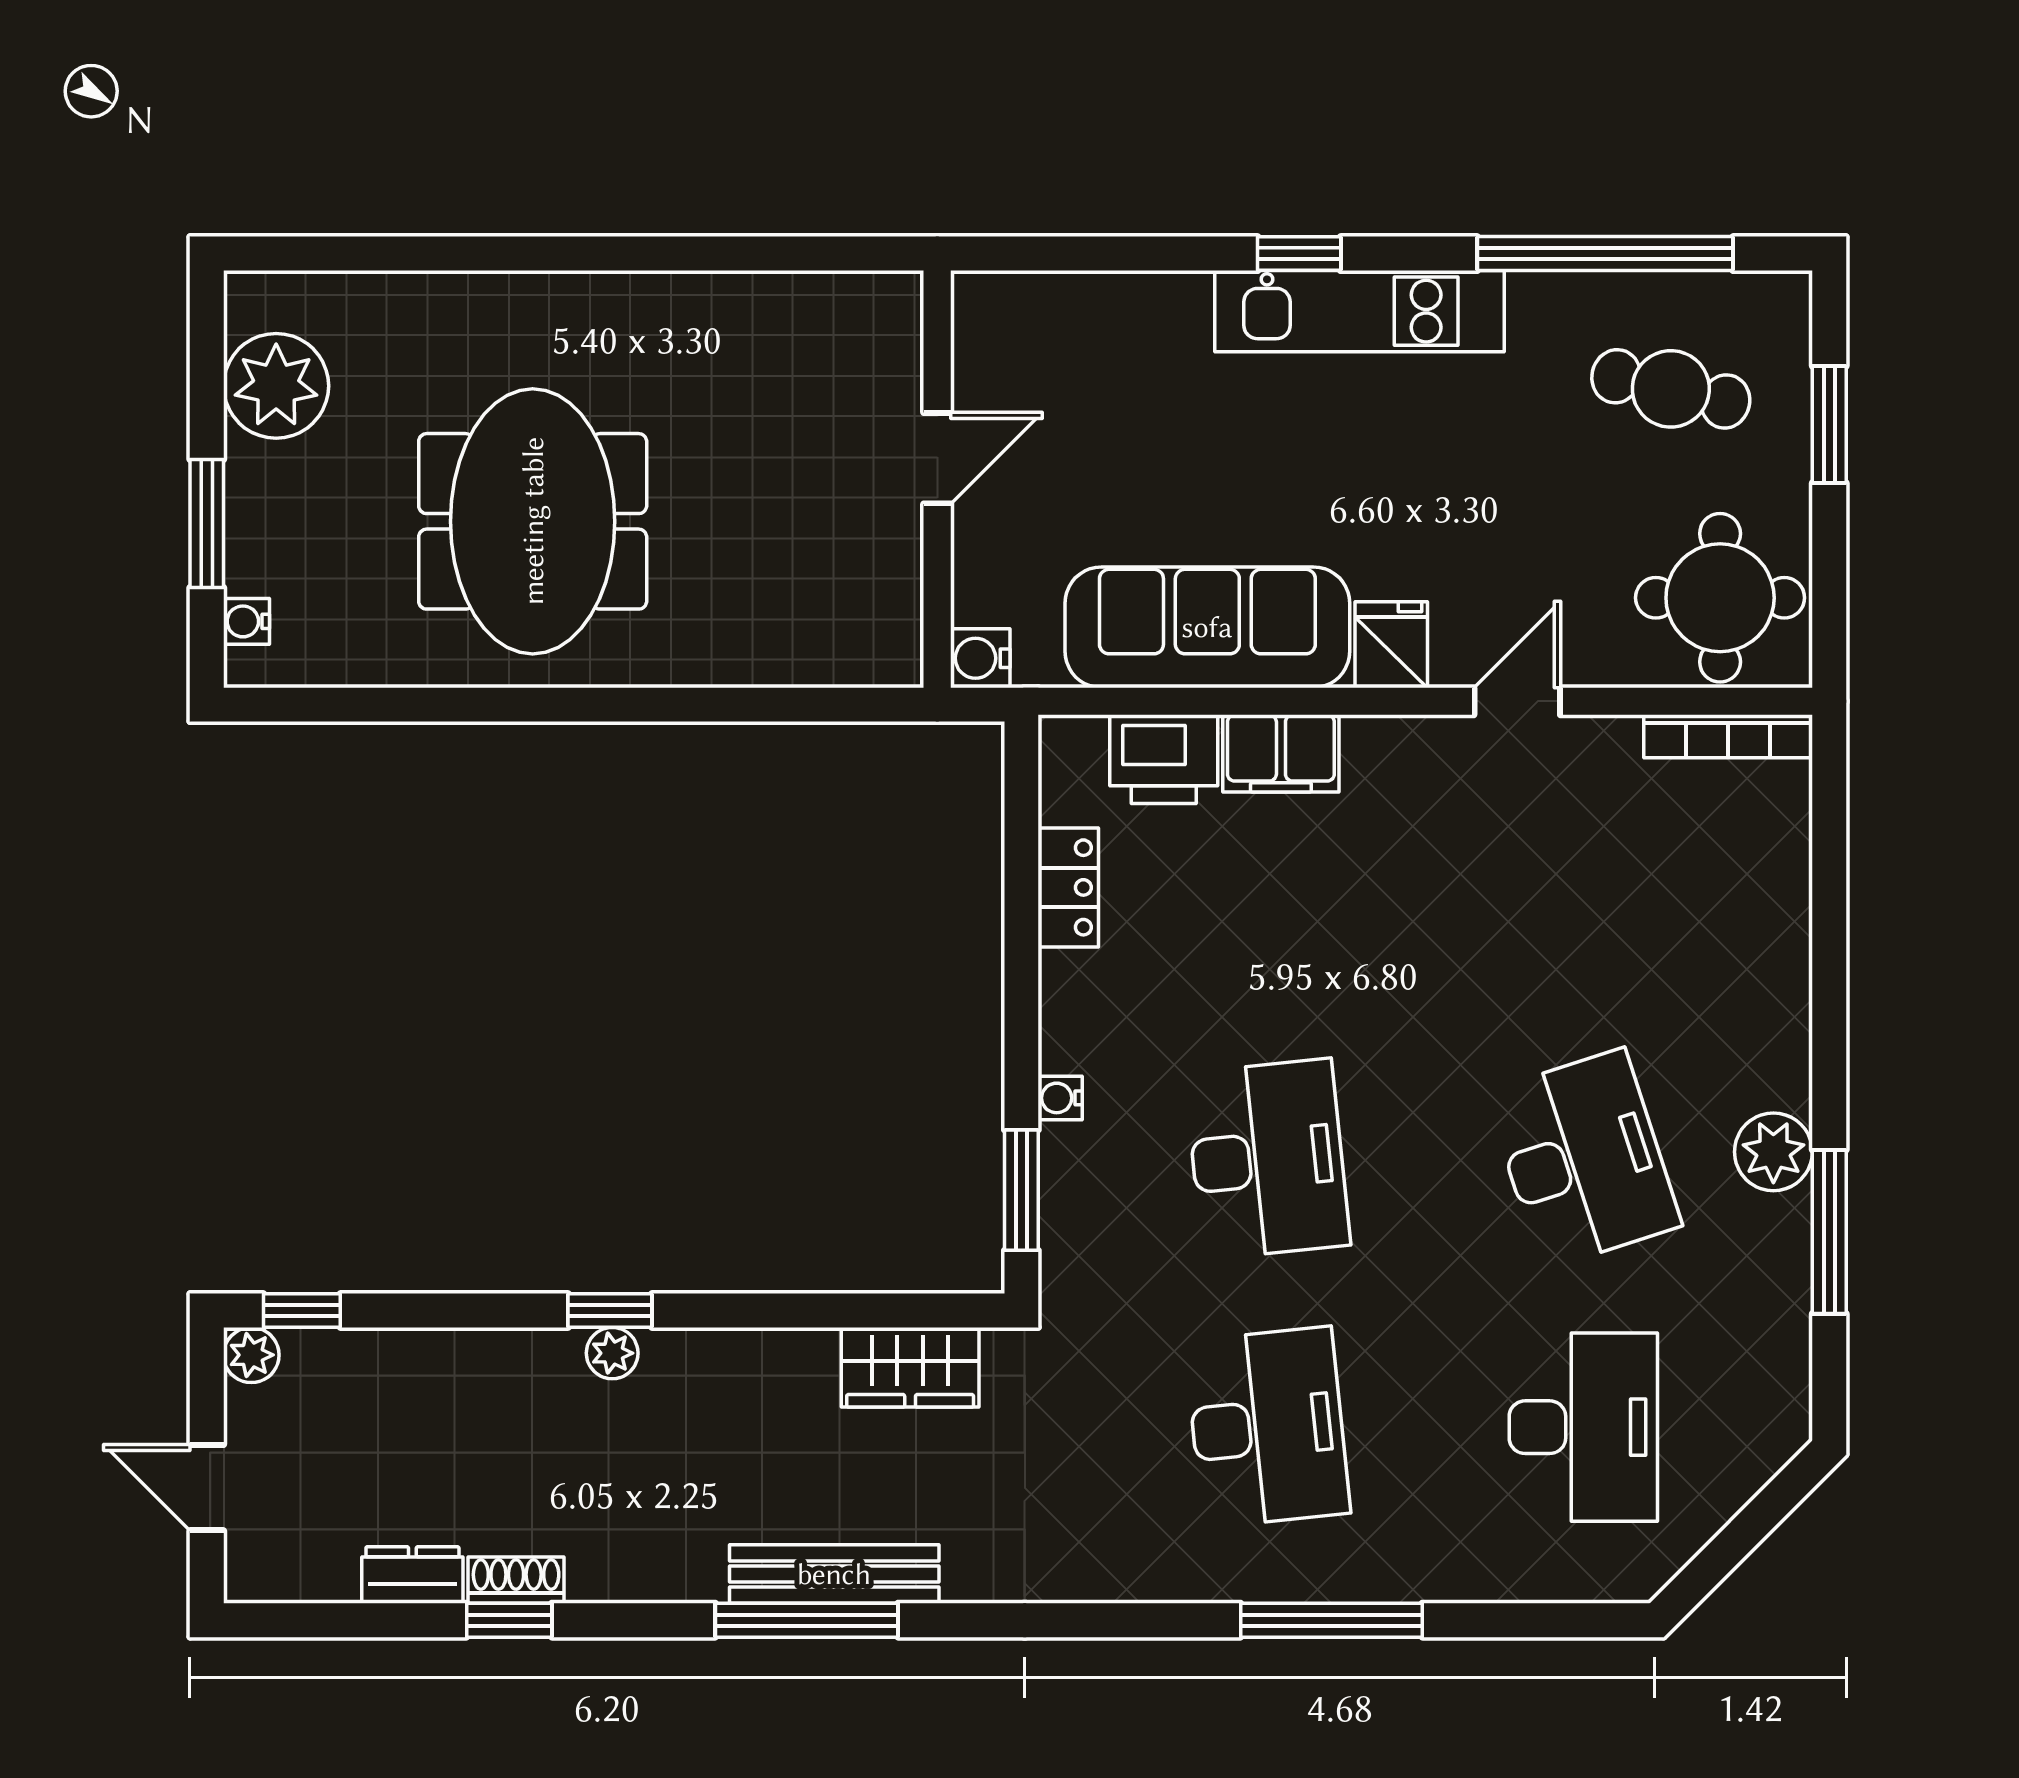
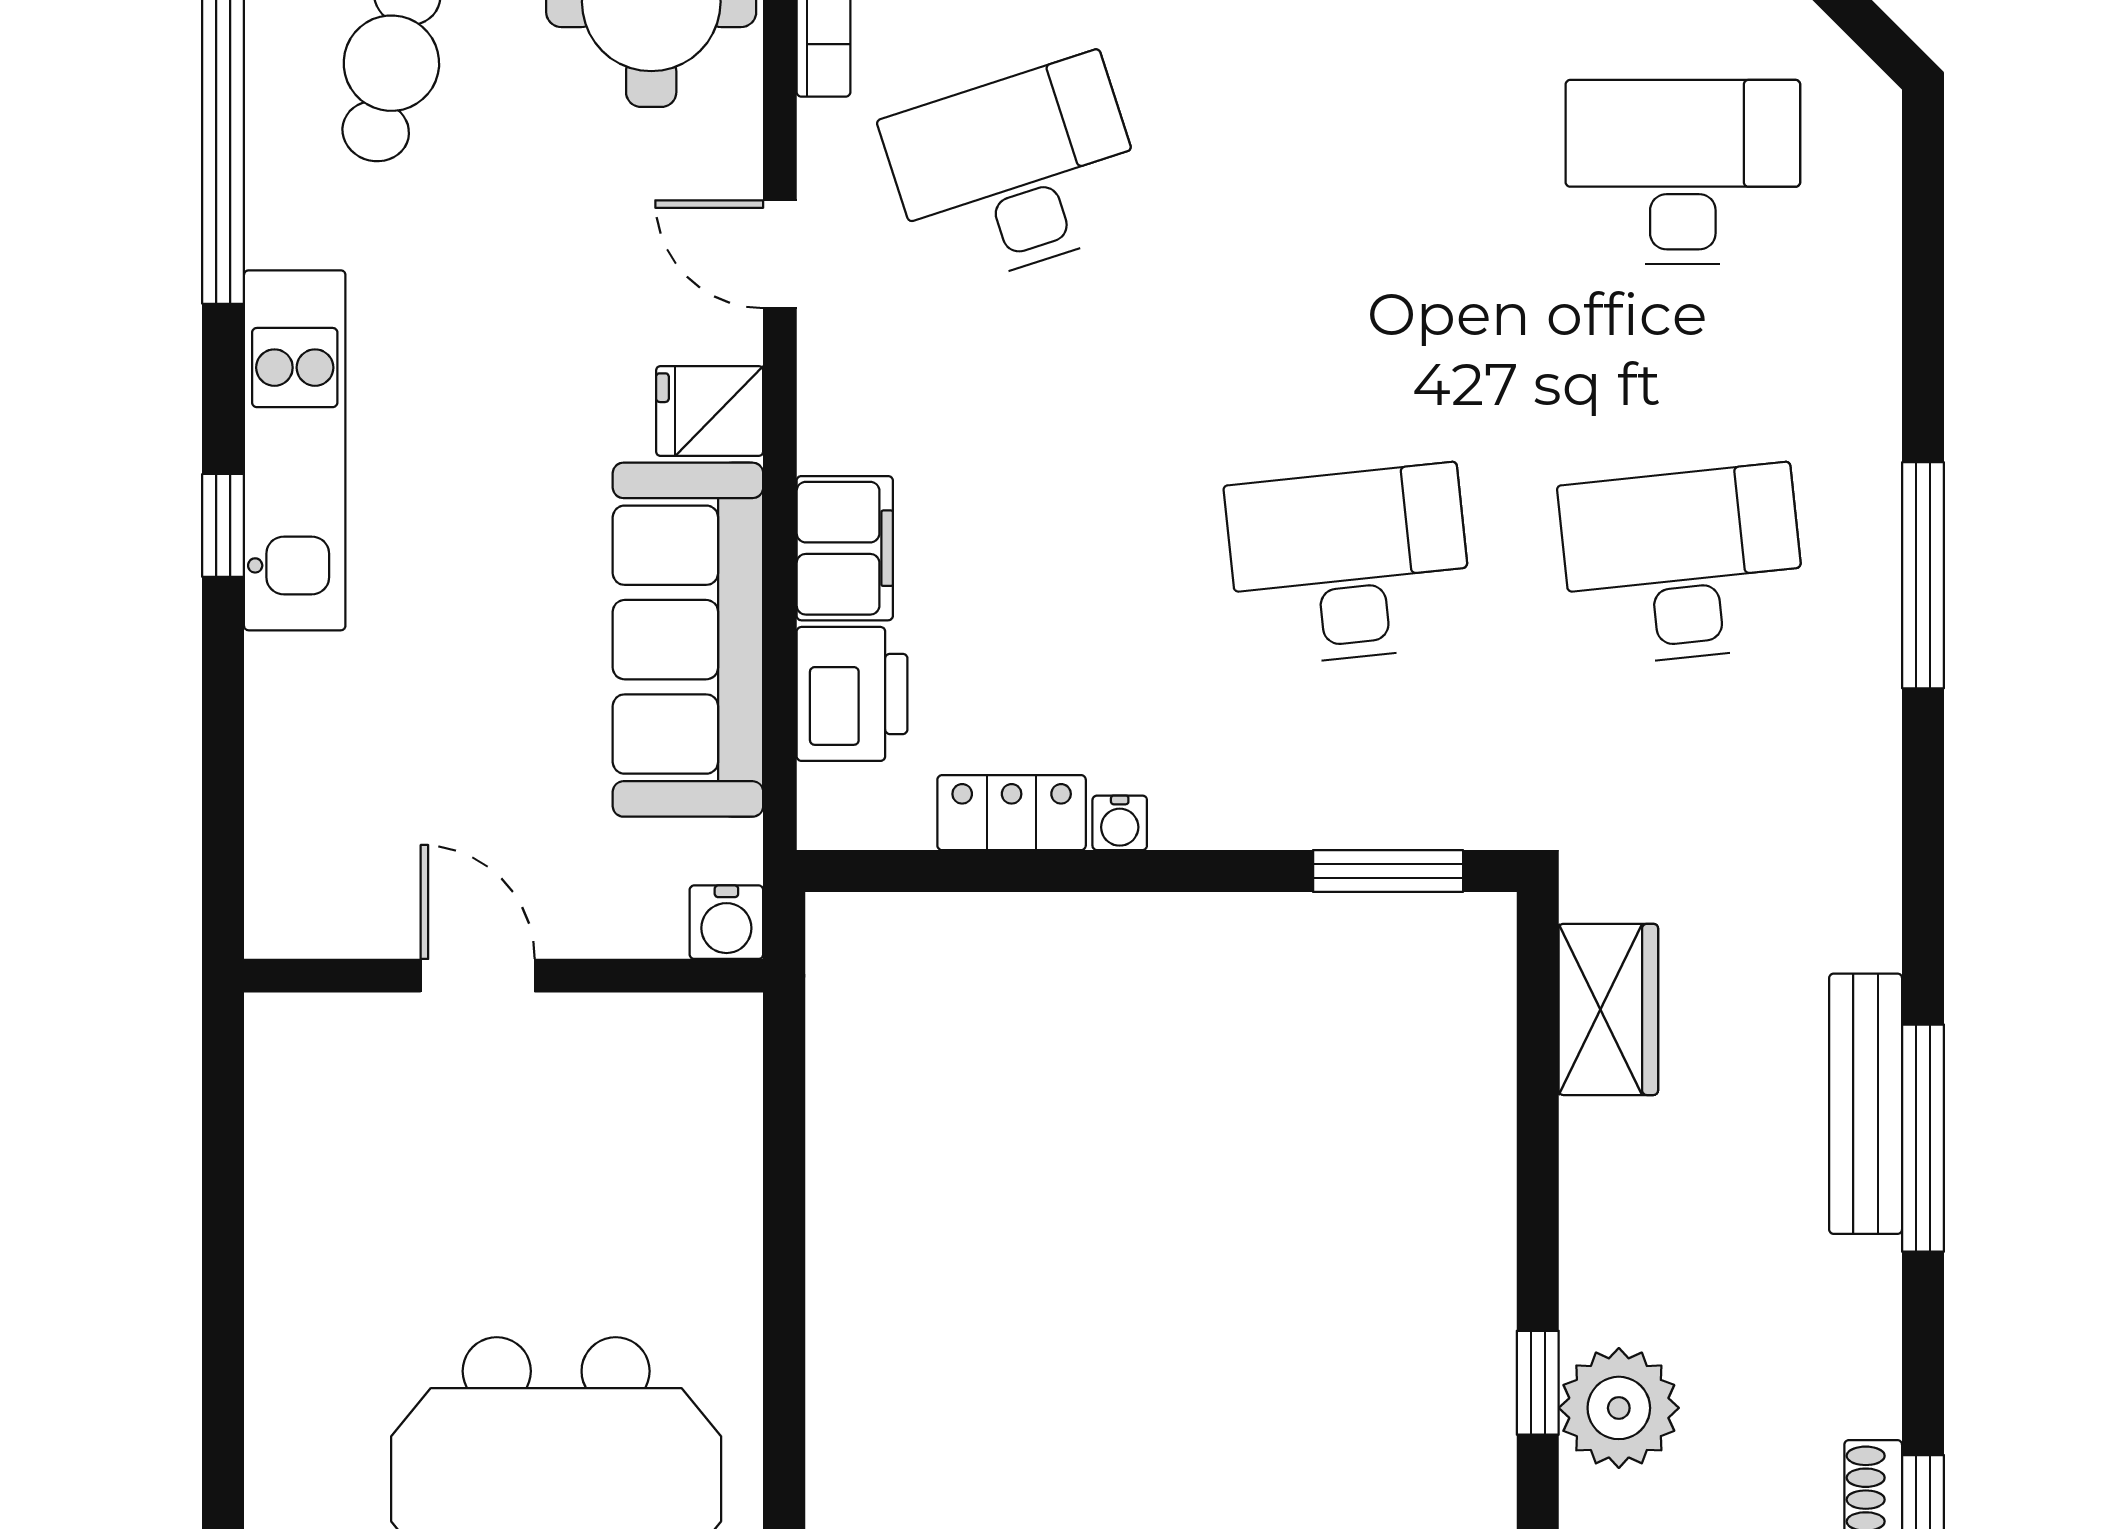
water cooler: (1060, 1098) -> (1120, 823), moved
desk: (1583, 1159) -> (1016, 172), moved
plant: (612, 1353) -> (1619, 1408), width x1.88, depth x1.88
window: (1331, 1620) -> (1923, 575), moved

